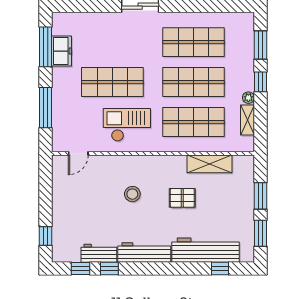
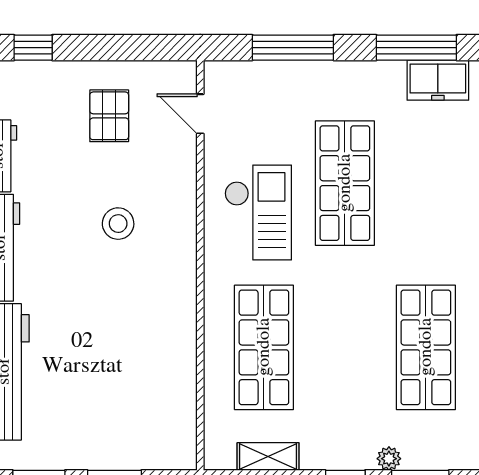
freezer: (62, 51) -> (438, 80), moved
shop shelf: (194, 82) -> (345, 347), removed
plant: (248, 98) -> (389, 459), moved
shelving: (209, 164) -> (179, 380), removed
pallet: (182, 198) -> (109, 116), moved

